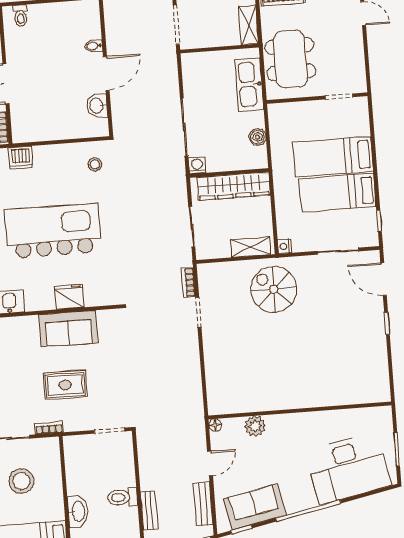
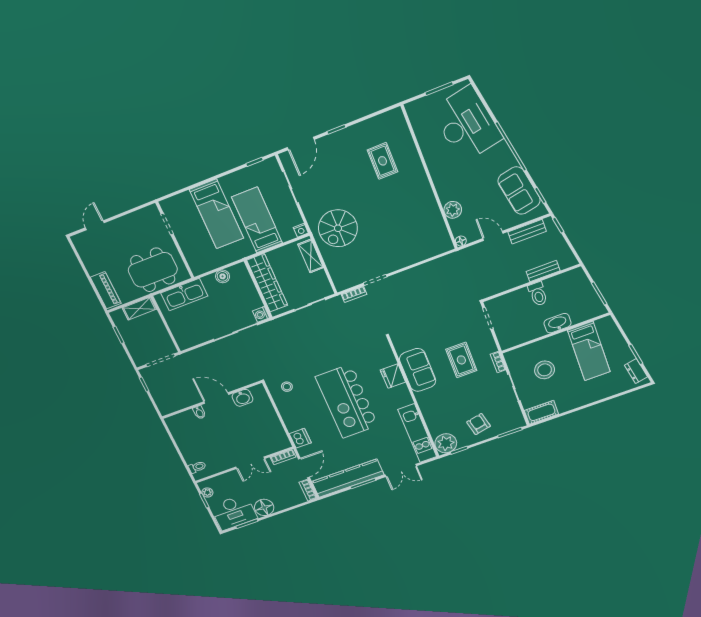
bed: (338, 193) -> (257, 220), moved, turned 180
rug: (336, 364) -> (382, 161), added

